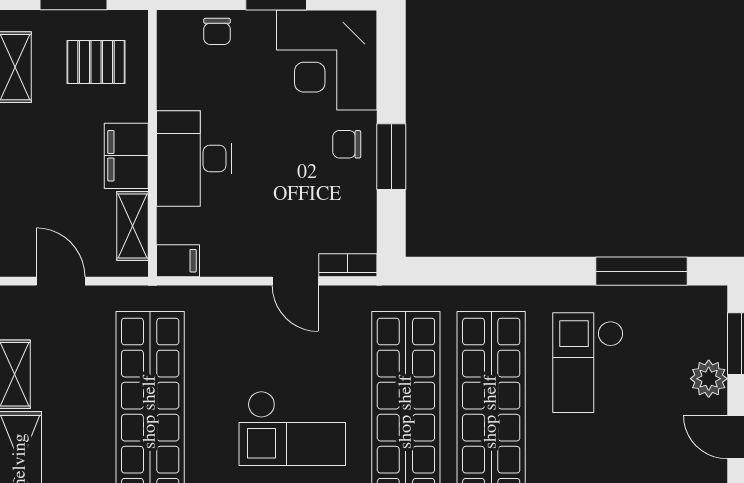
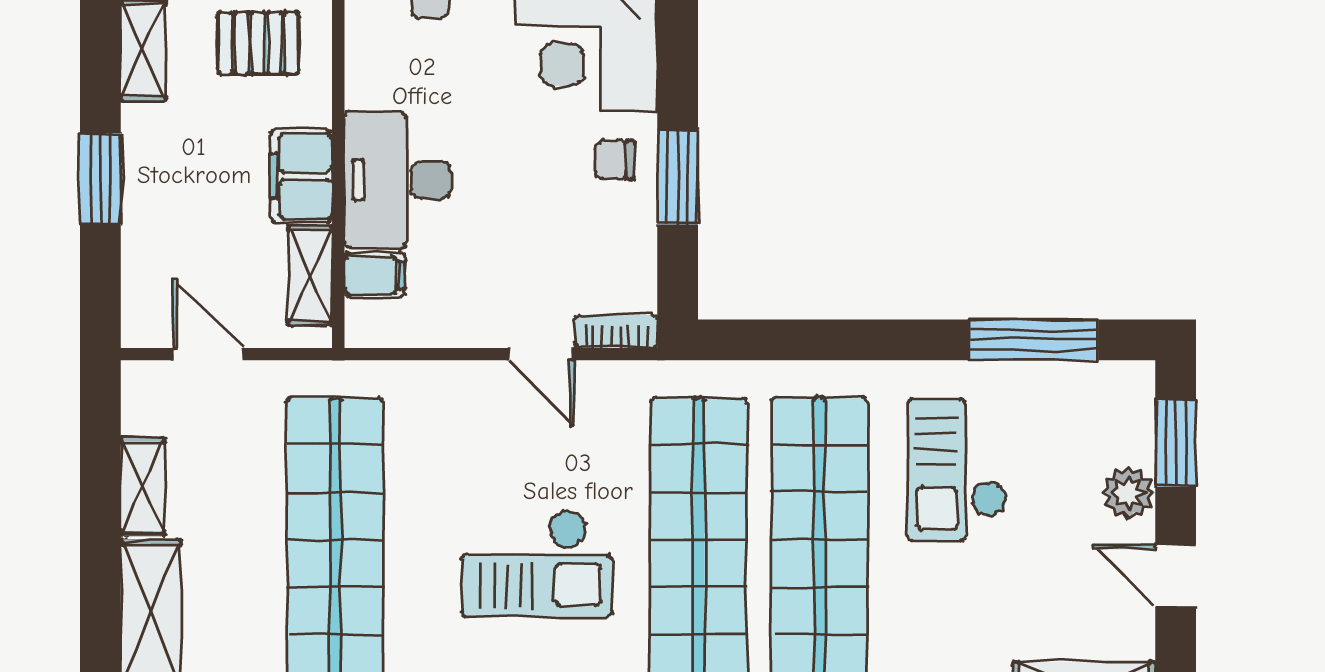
filing cabinet: (178, 261) -> (375, 275), moved

